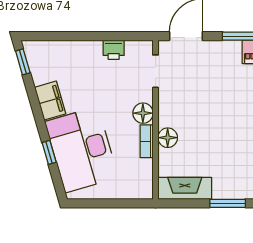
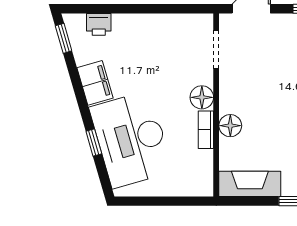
printer: (114, 50) -> (99, 24), moved

